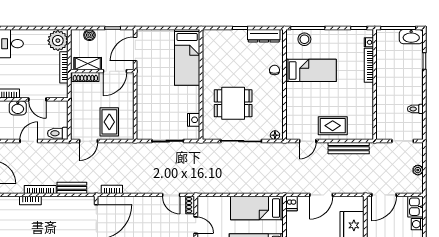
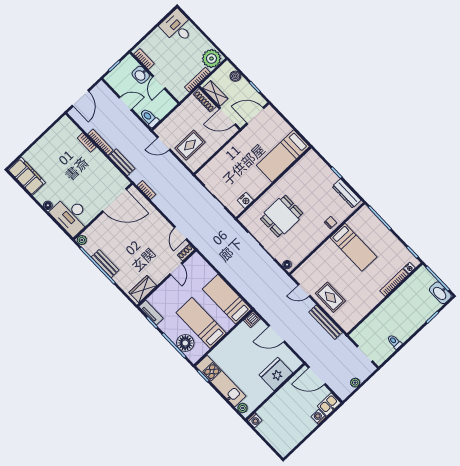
stool: (304, 39) -> (370, 223), removed
dining table: (233, 103) -> (282, 216), turned 90

